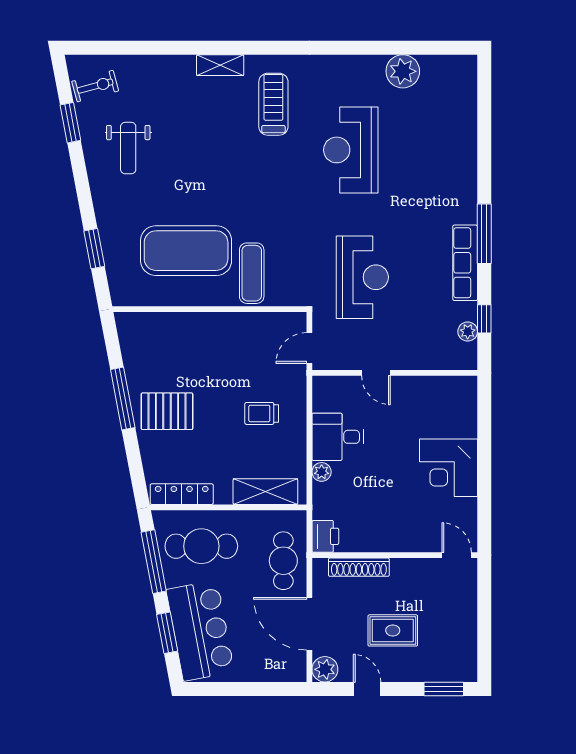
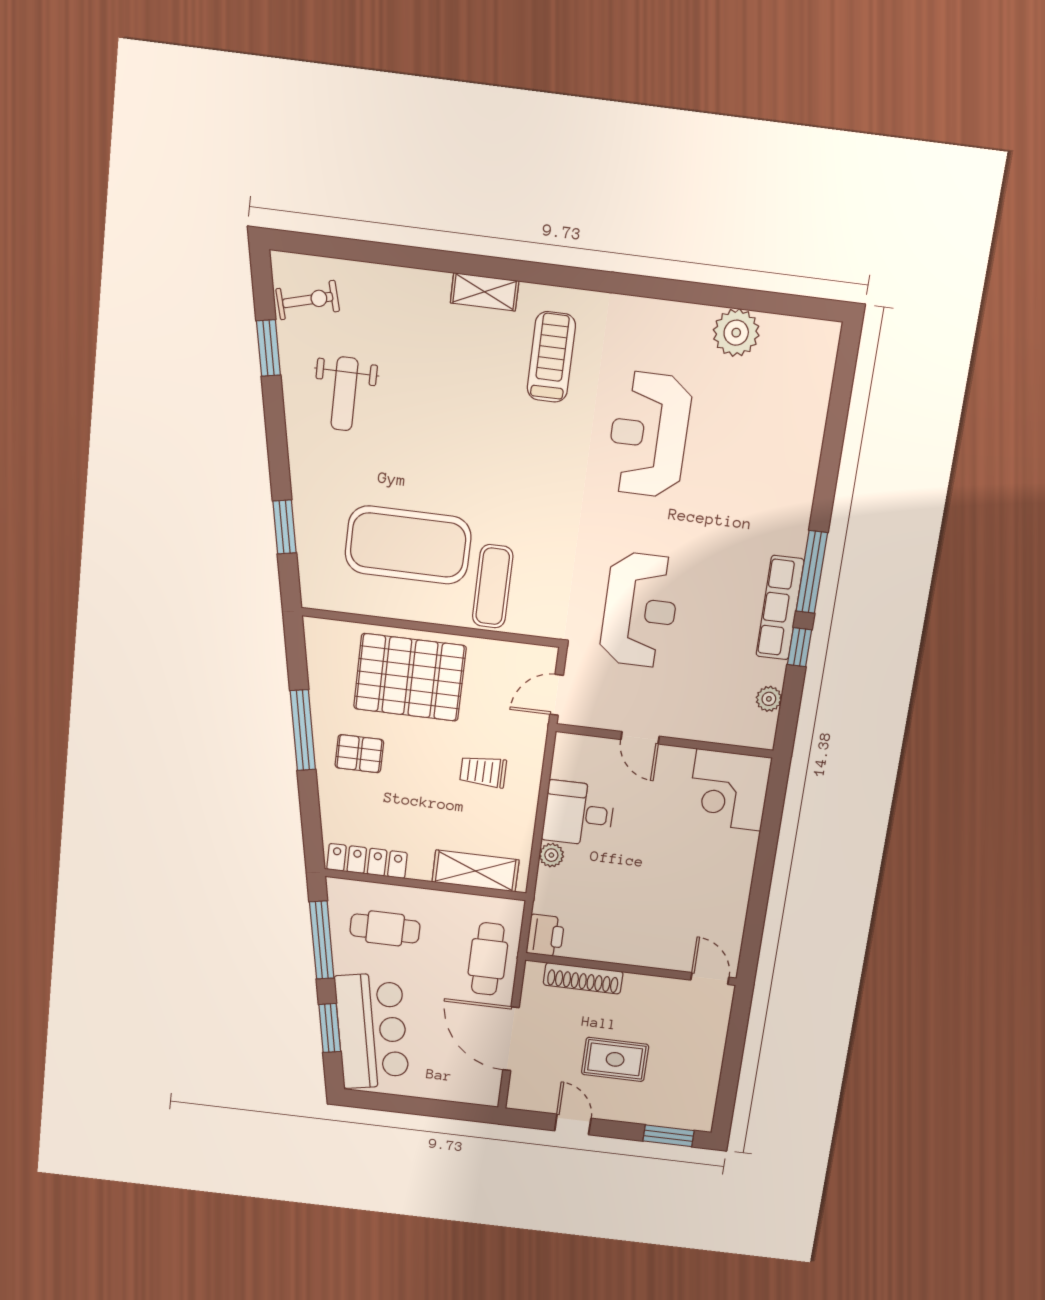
window: (484, 319) -> (800, 647), moved
pallet: (198, 348) -> (410, 677), added
pallet: (167, 411) -> (359, 754), width x0.67, depth x0.71
corner desk: (449, 468) -> (729, 790), moved
cafe table: (201, 546) -> (385, 928), width x0.73, depth x0.74
plant: (325, 669) -> (523, 1095), removed

